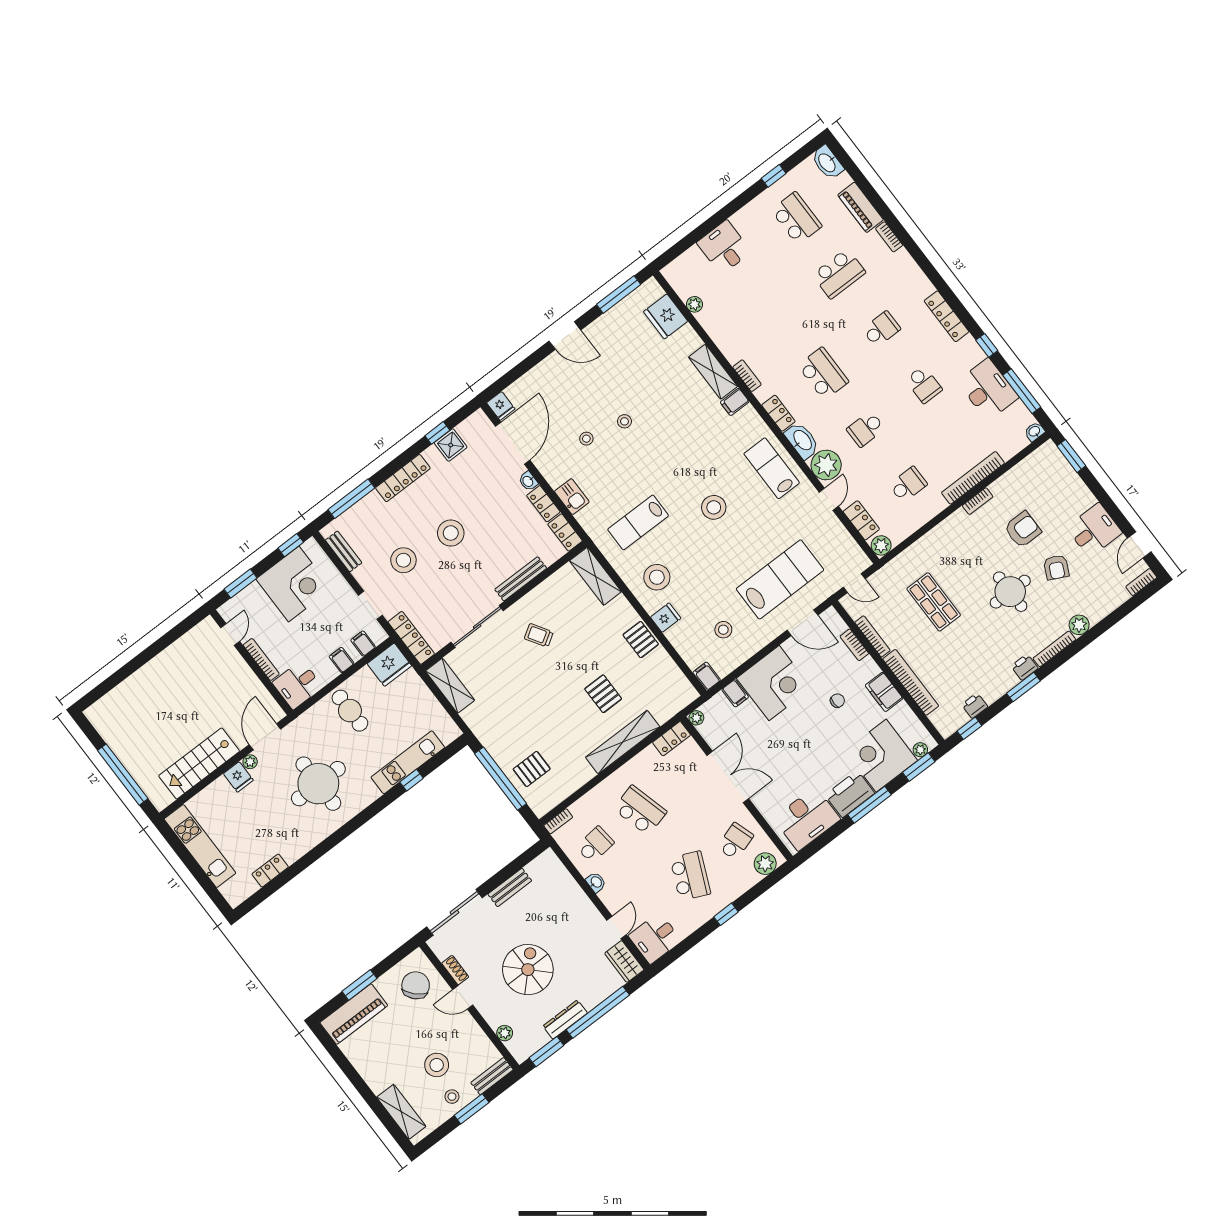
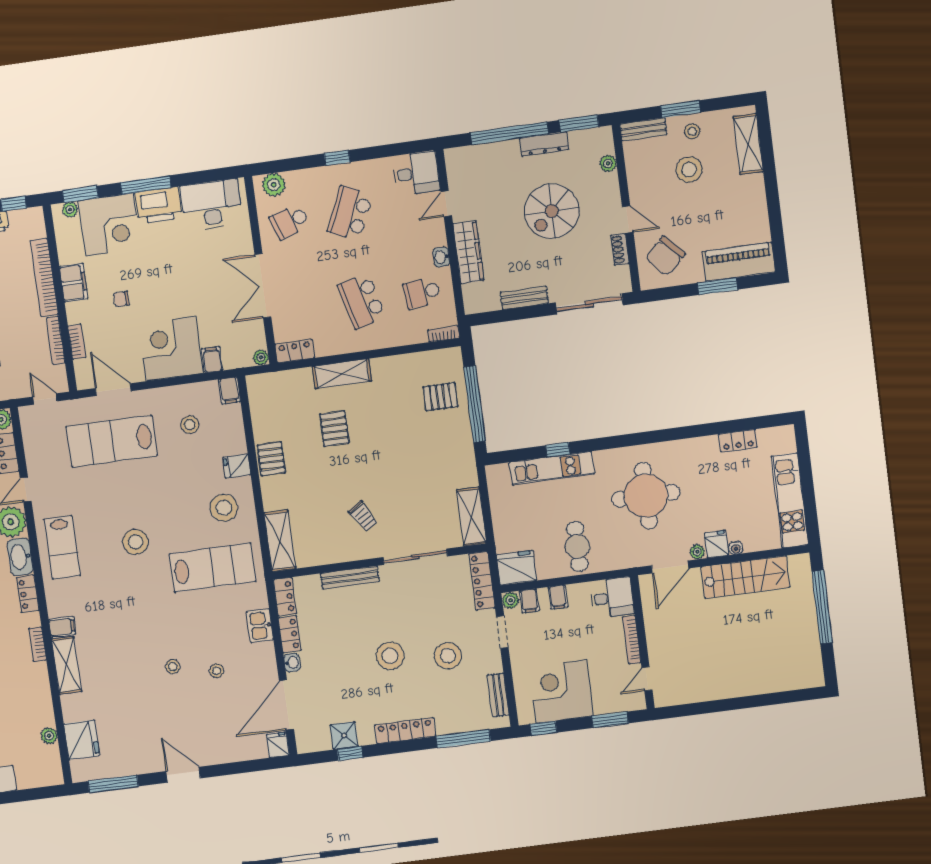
lab bench: (638, 522) -> (213, 568), width x1.36, depth x1.39
plant: (379, 635) -> (511, 600), added
shelving: (623, 742) -> (342, 374), width x0.68
water cooler: (221, 783) -> (736, 548), added
wardrobe: (624, 961) -> (468, 252), moved, width x1.50

